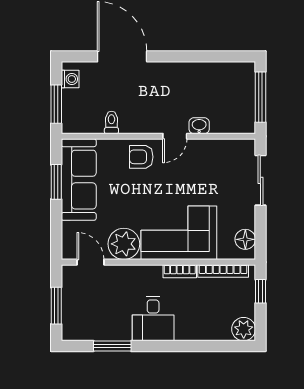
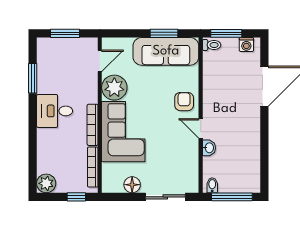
toilet: (111, 122) -> (212, 45), moved
bidet: (246, 122) -> (212, 185), added
floor lamp: (245, 239) -> (132, 185), moved
bookcase: (180, 271) -> (93, 125), width x1.56

